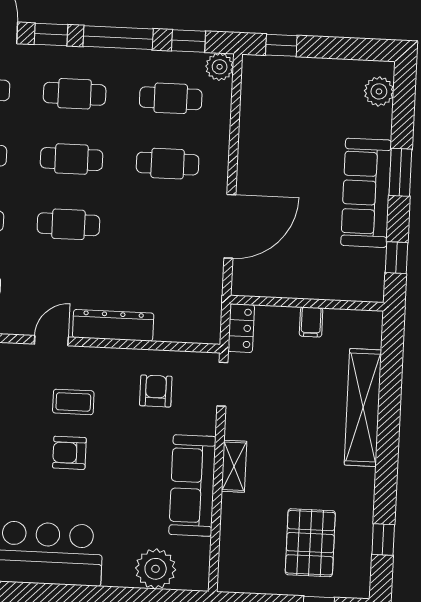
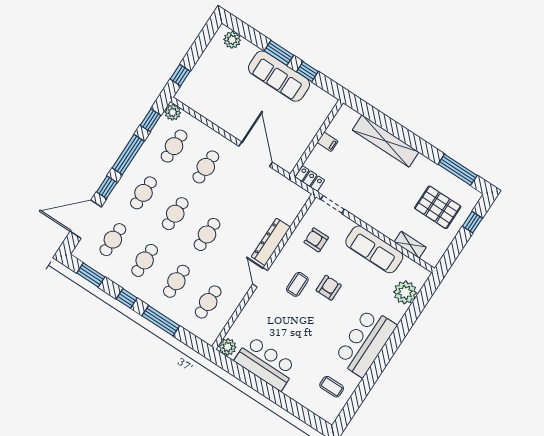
window: (396, 258) -> (307, 72), moved
armchair: (69, 453) -> (329, 288), moved, turned 180
shelving: (234, 466) -> (410, 245), moved
window: (383, 540) -> (458, 170), width x2.17

